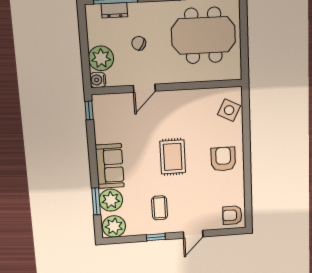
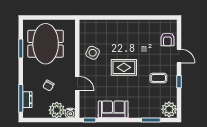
side table: (229, 110) -> (93, 53), moved
armchair: (223, 159) -> (128, 34), removed
sofa: (110, 166) -> (113, 109), moved
plant: (111, 200) -> (151, 110), removed
armchair: (232, 215) -> (167, 40), moved

